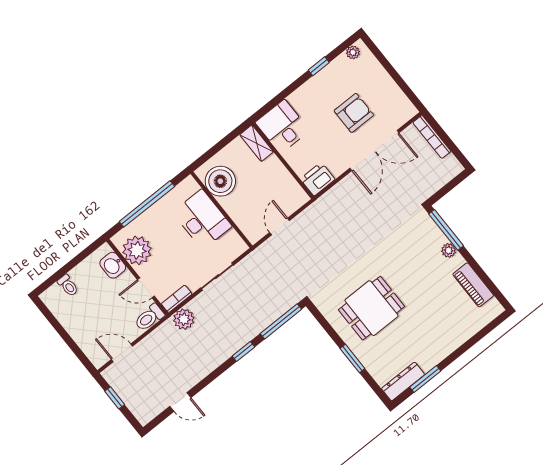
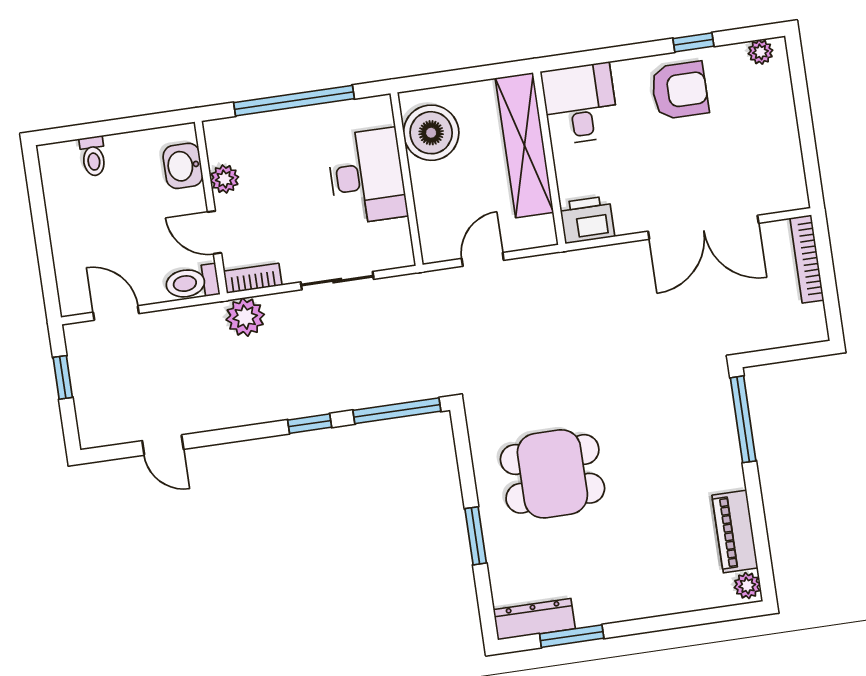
armchair: (354, 113) -> (680, 90), moved
shelving: (257, 143) -> (524, 145), width x2.20, depth x1.33
plant: (137, 250) -> (225, 179), width x0.53, depth x0.53
plant: (449, 250) -> (747, 586), moved

